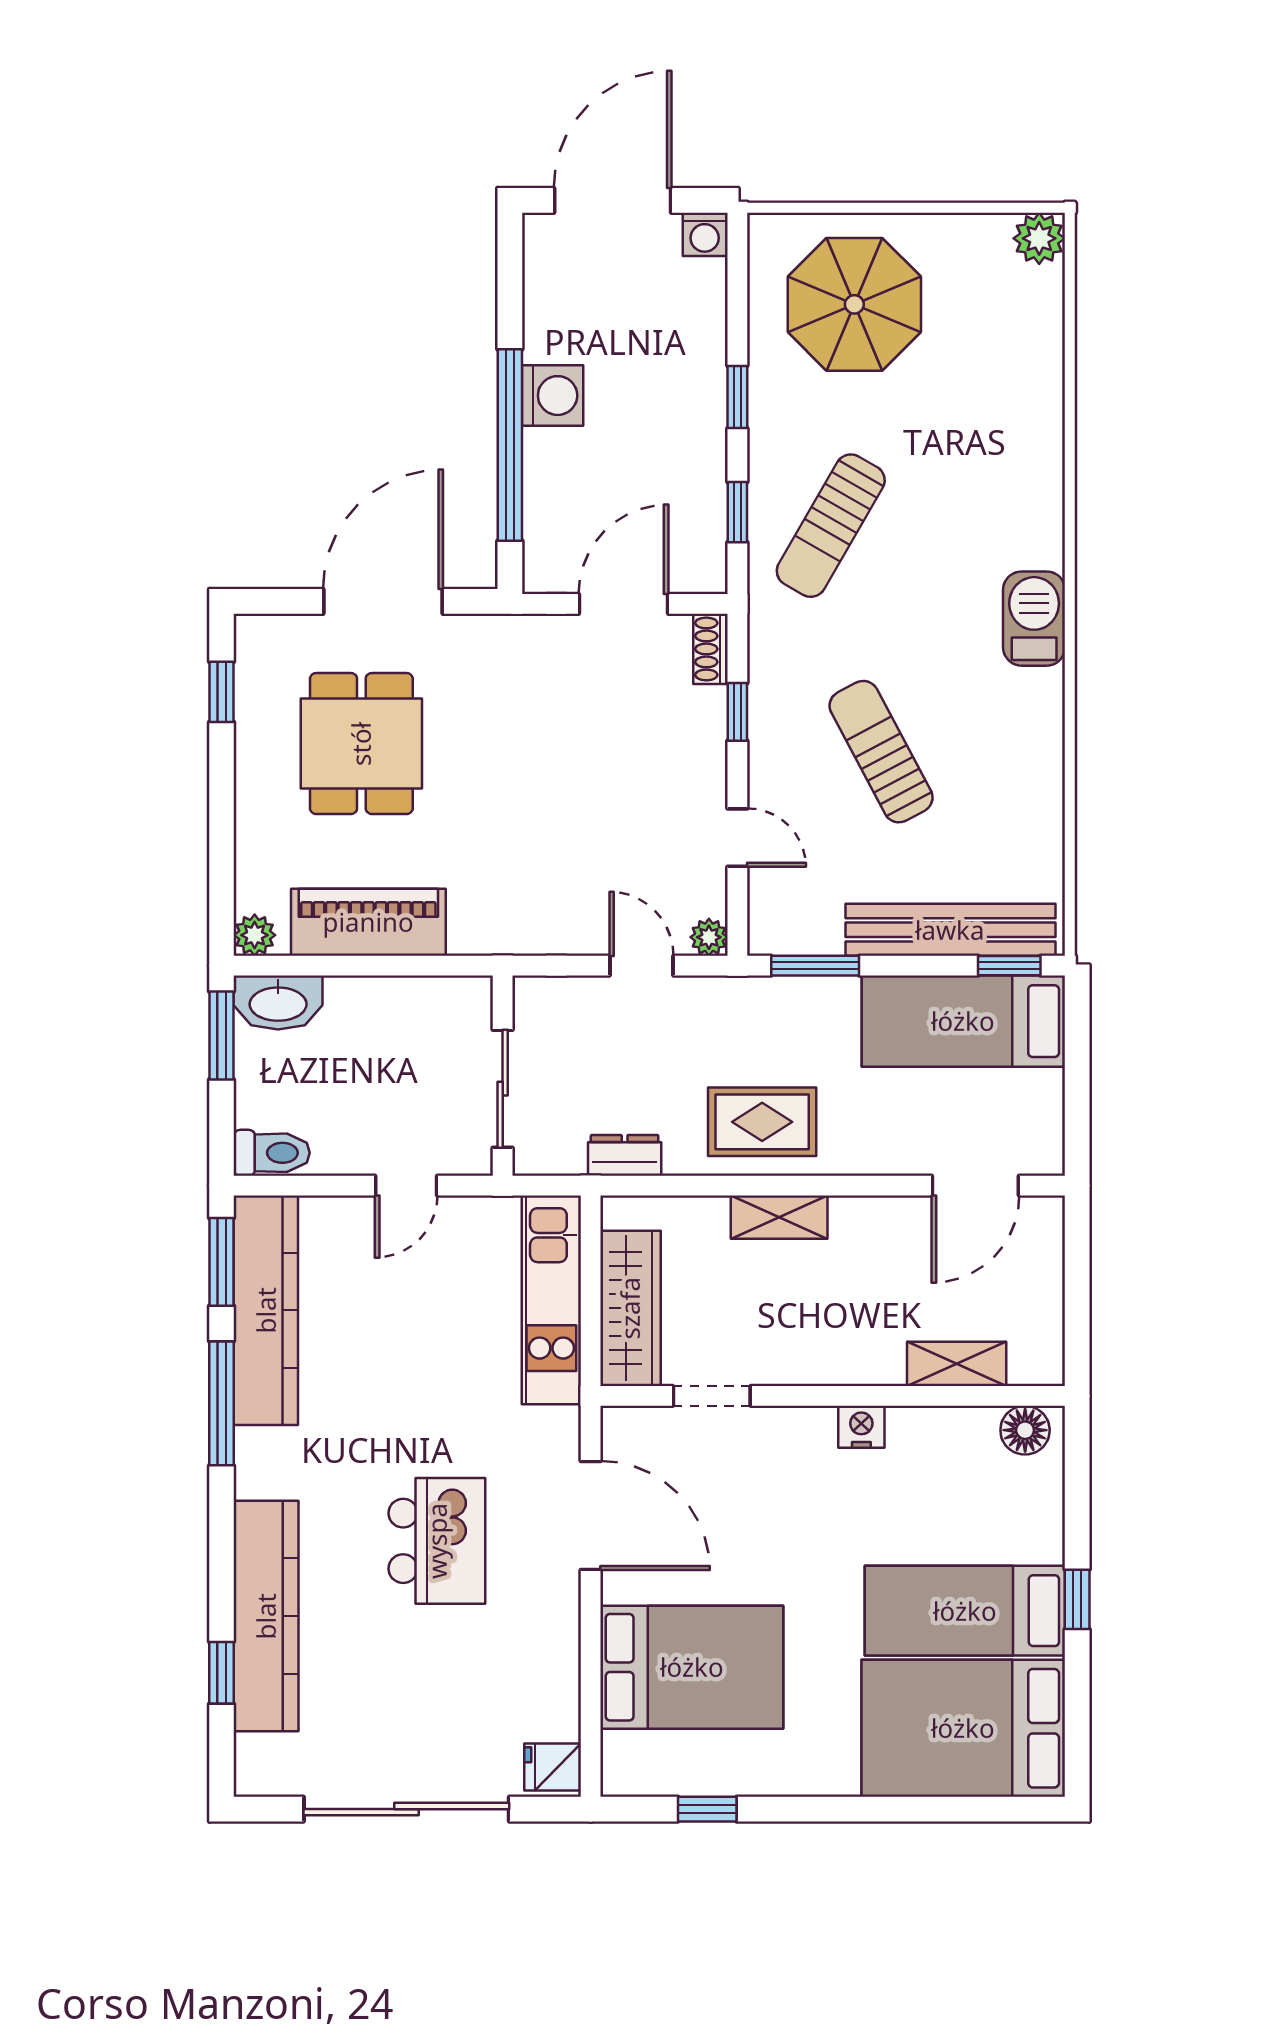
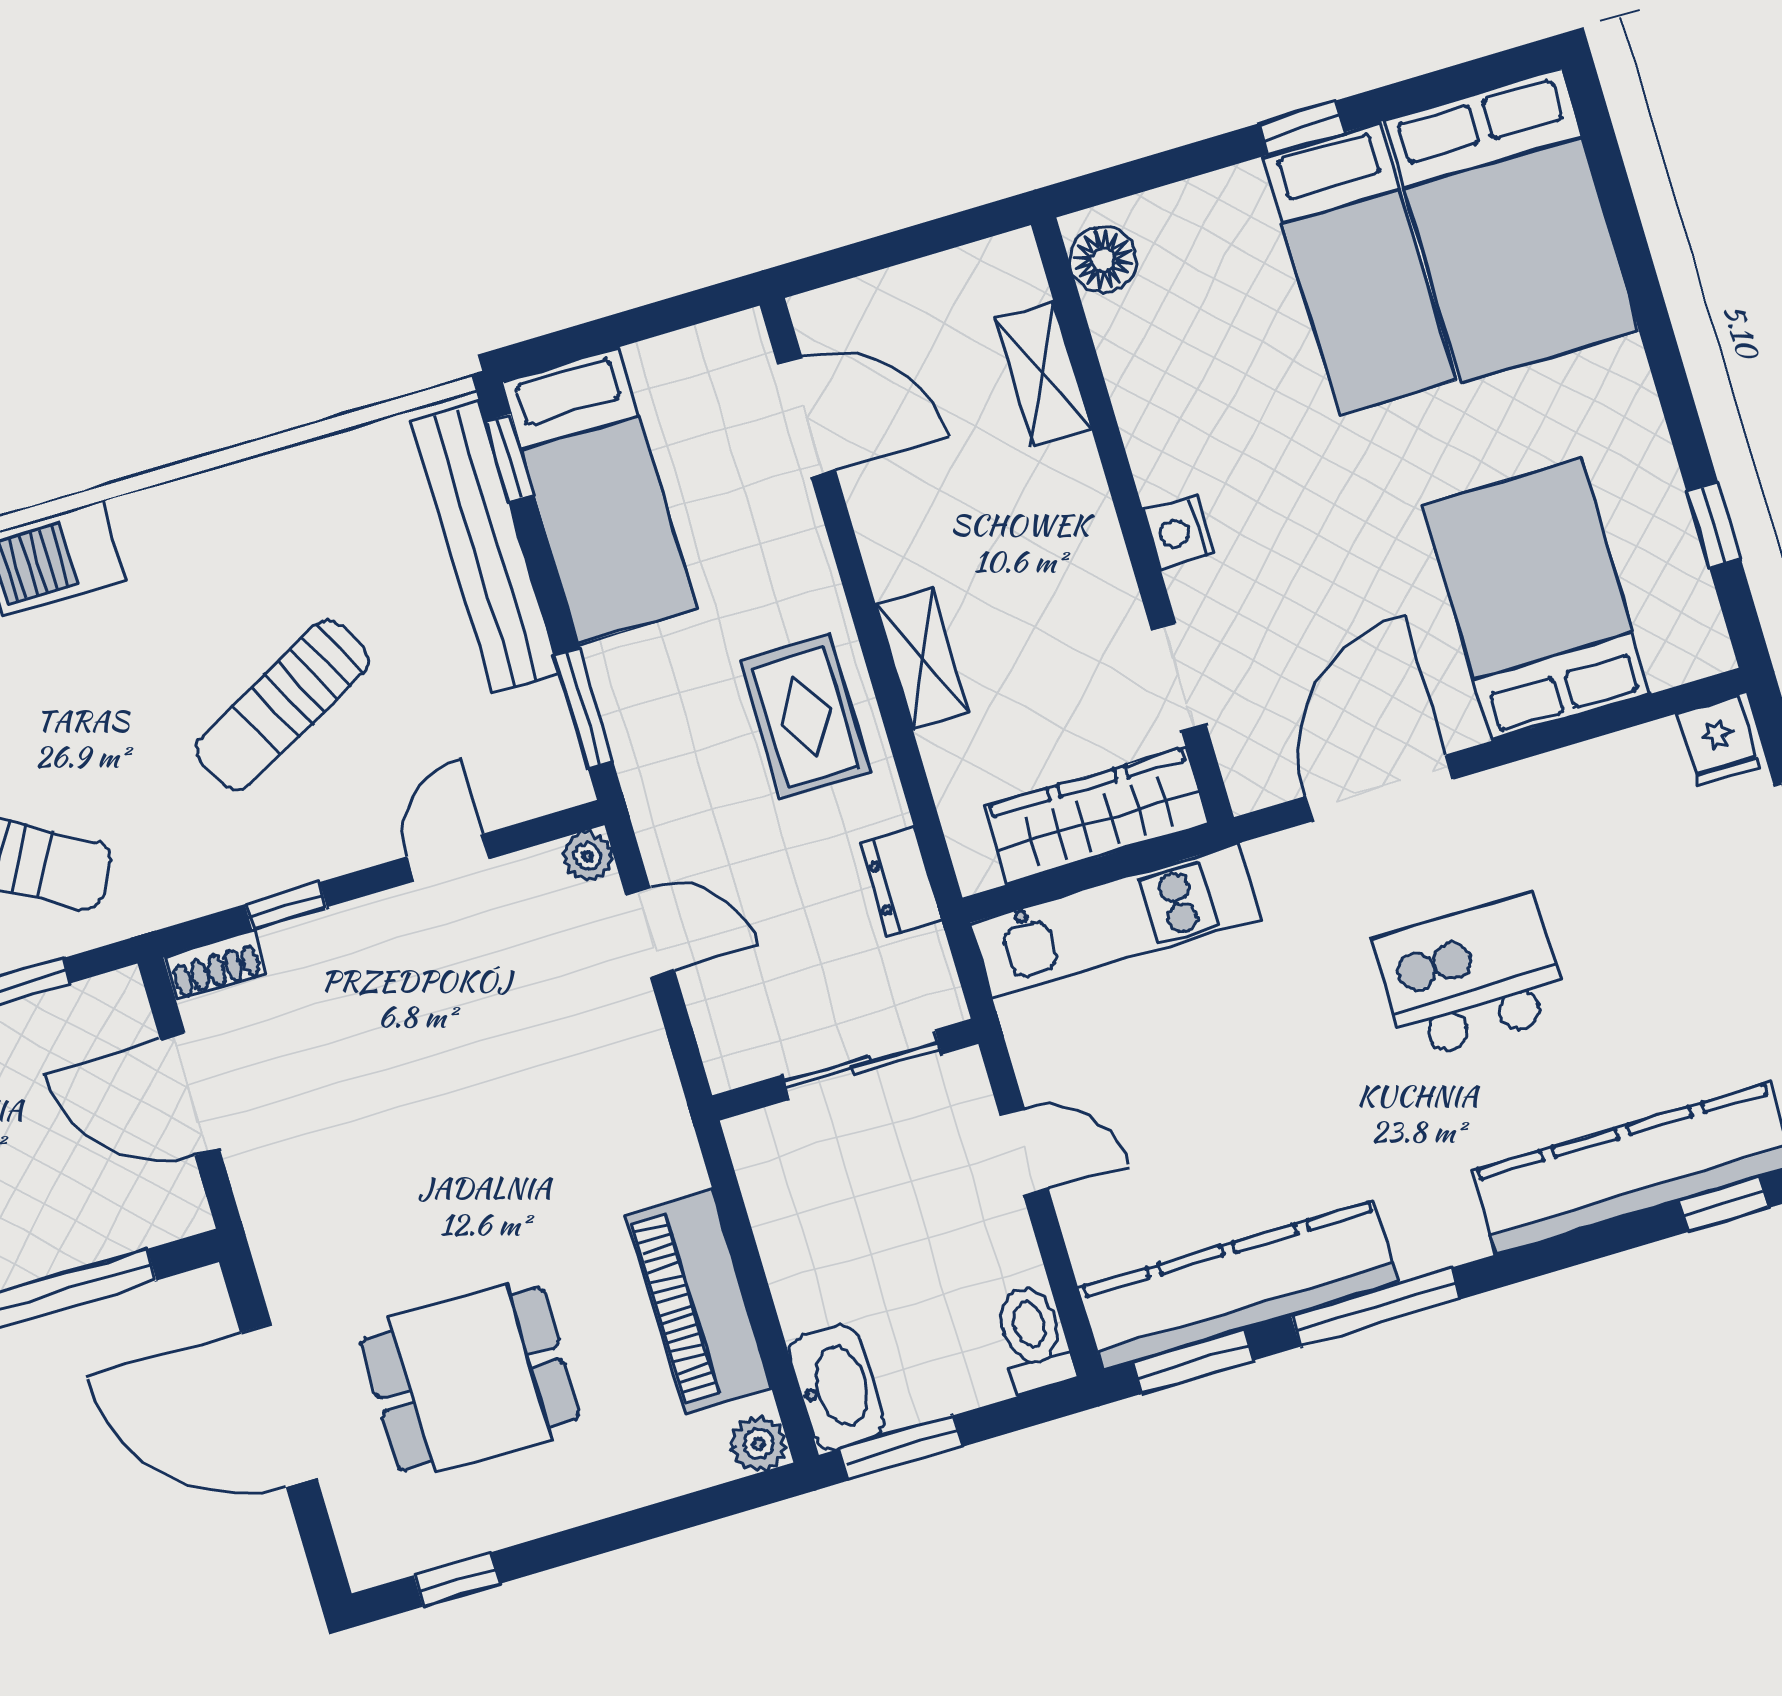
door: (642, 966) -> (650, 932), swing flipped
nightstand: (861, 1427) -> (1179, 532), moved

